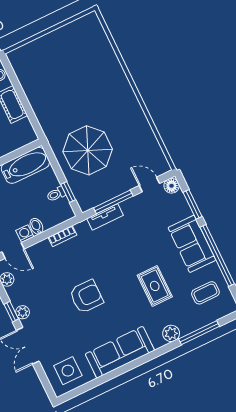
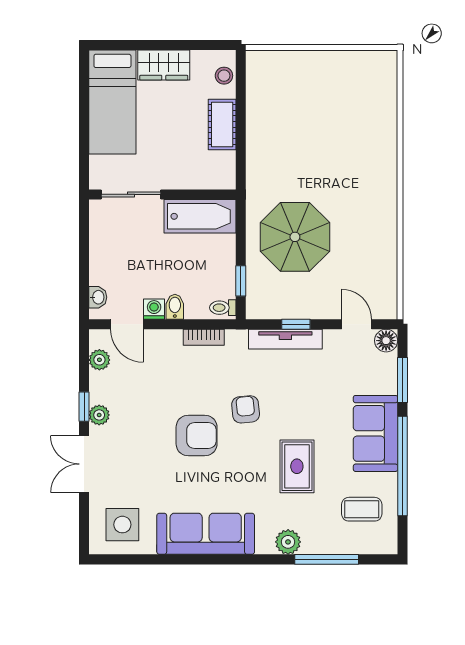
toilet: (56, 194) -> (223, 308), moved
window: (113, 202) -> (296, 324), width x0.46
tv unit: (105, 217) -> (285, 339), width x1.41
armchair: (108, 267) -> (246, 409), added

